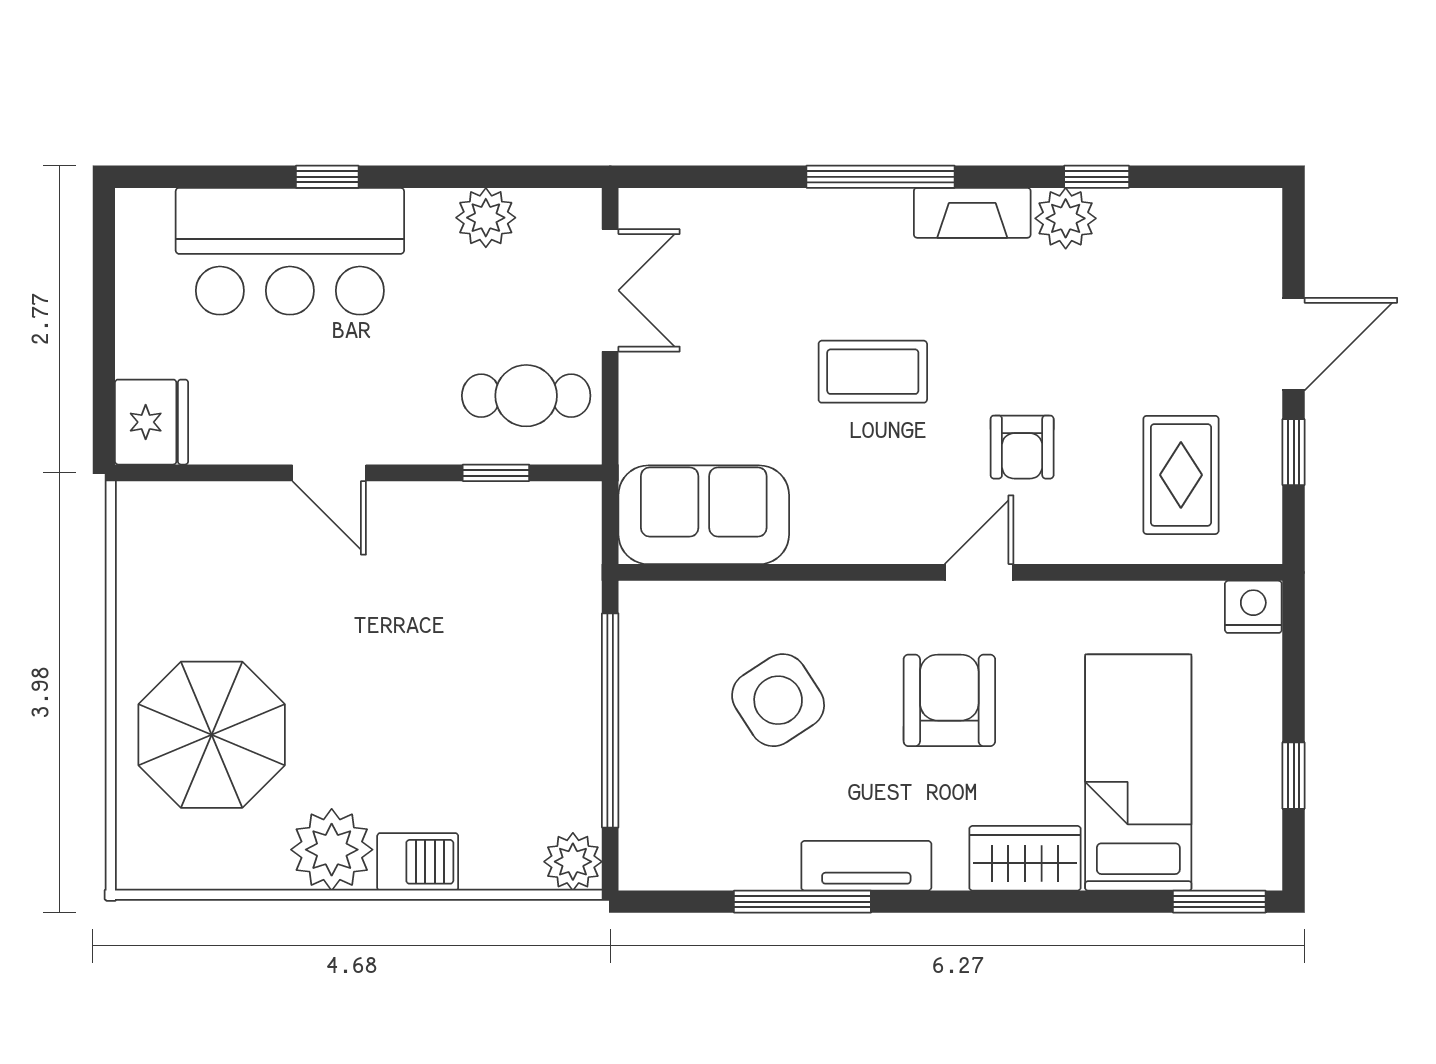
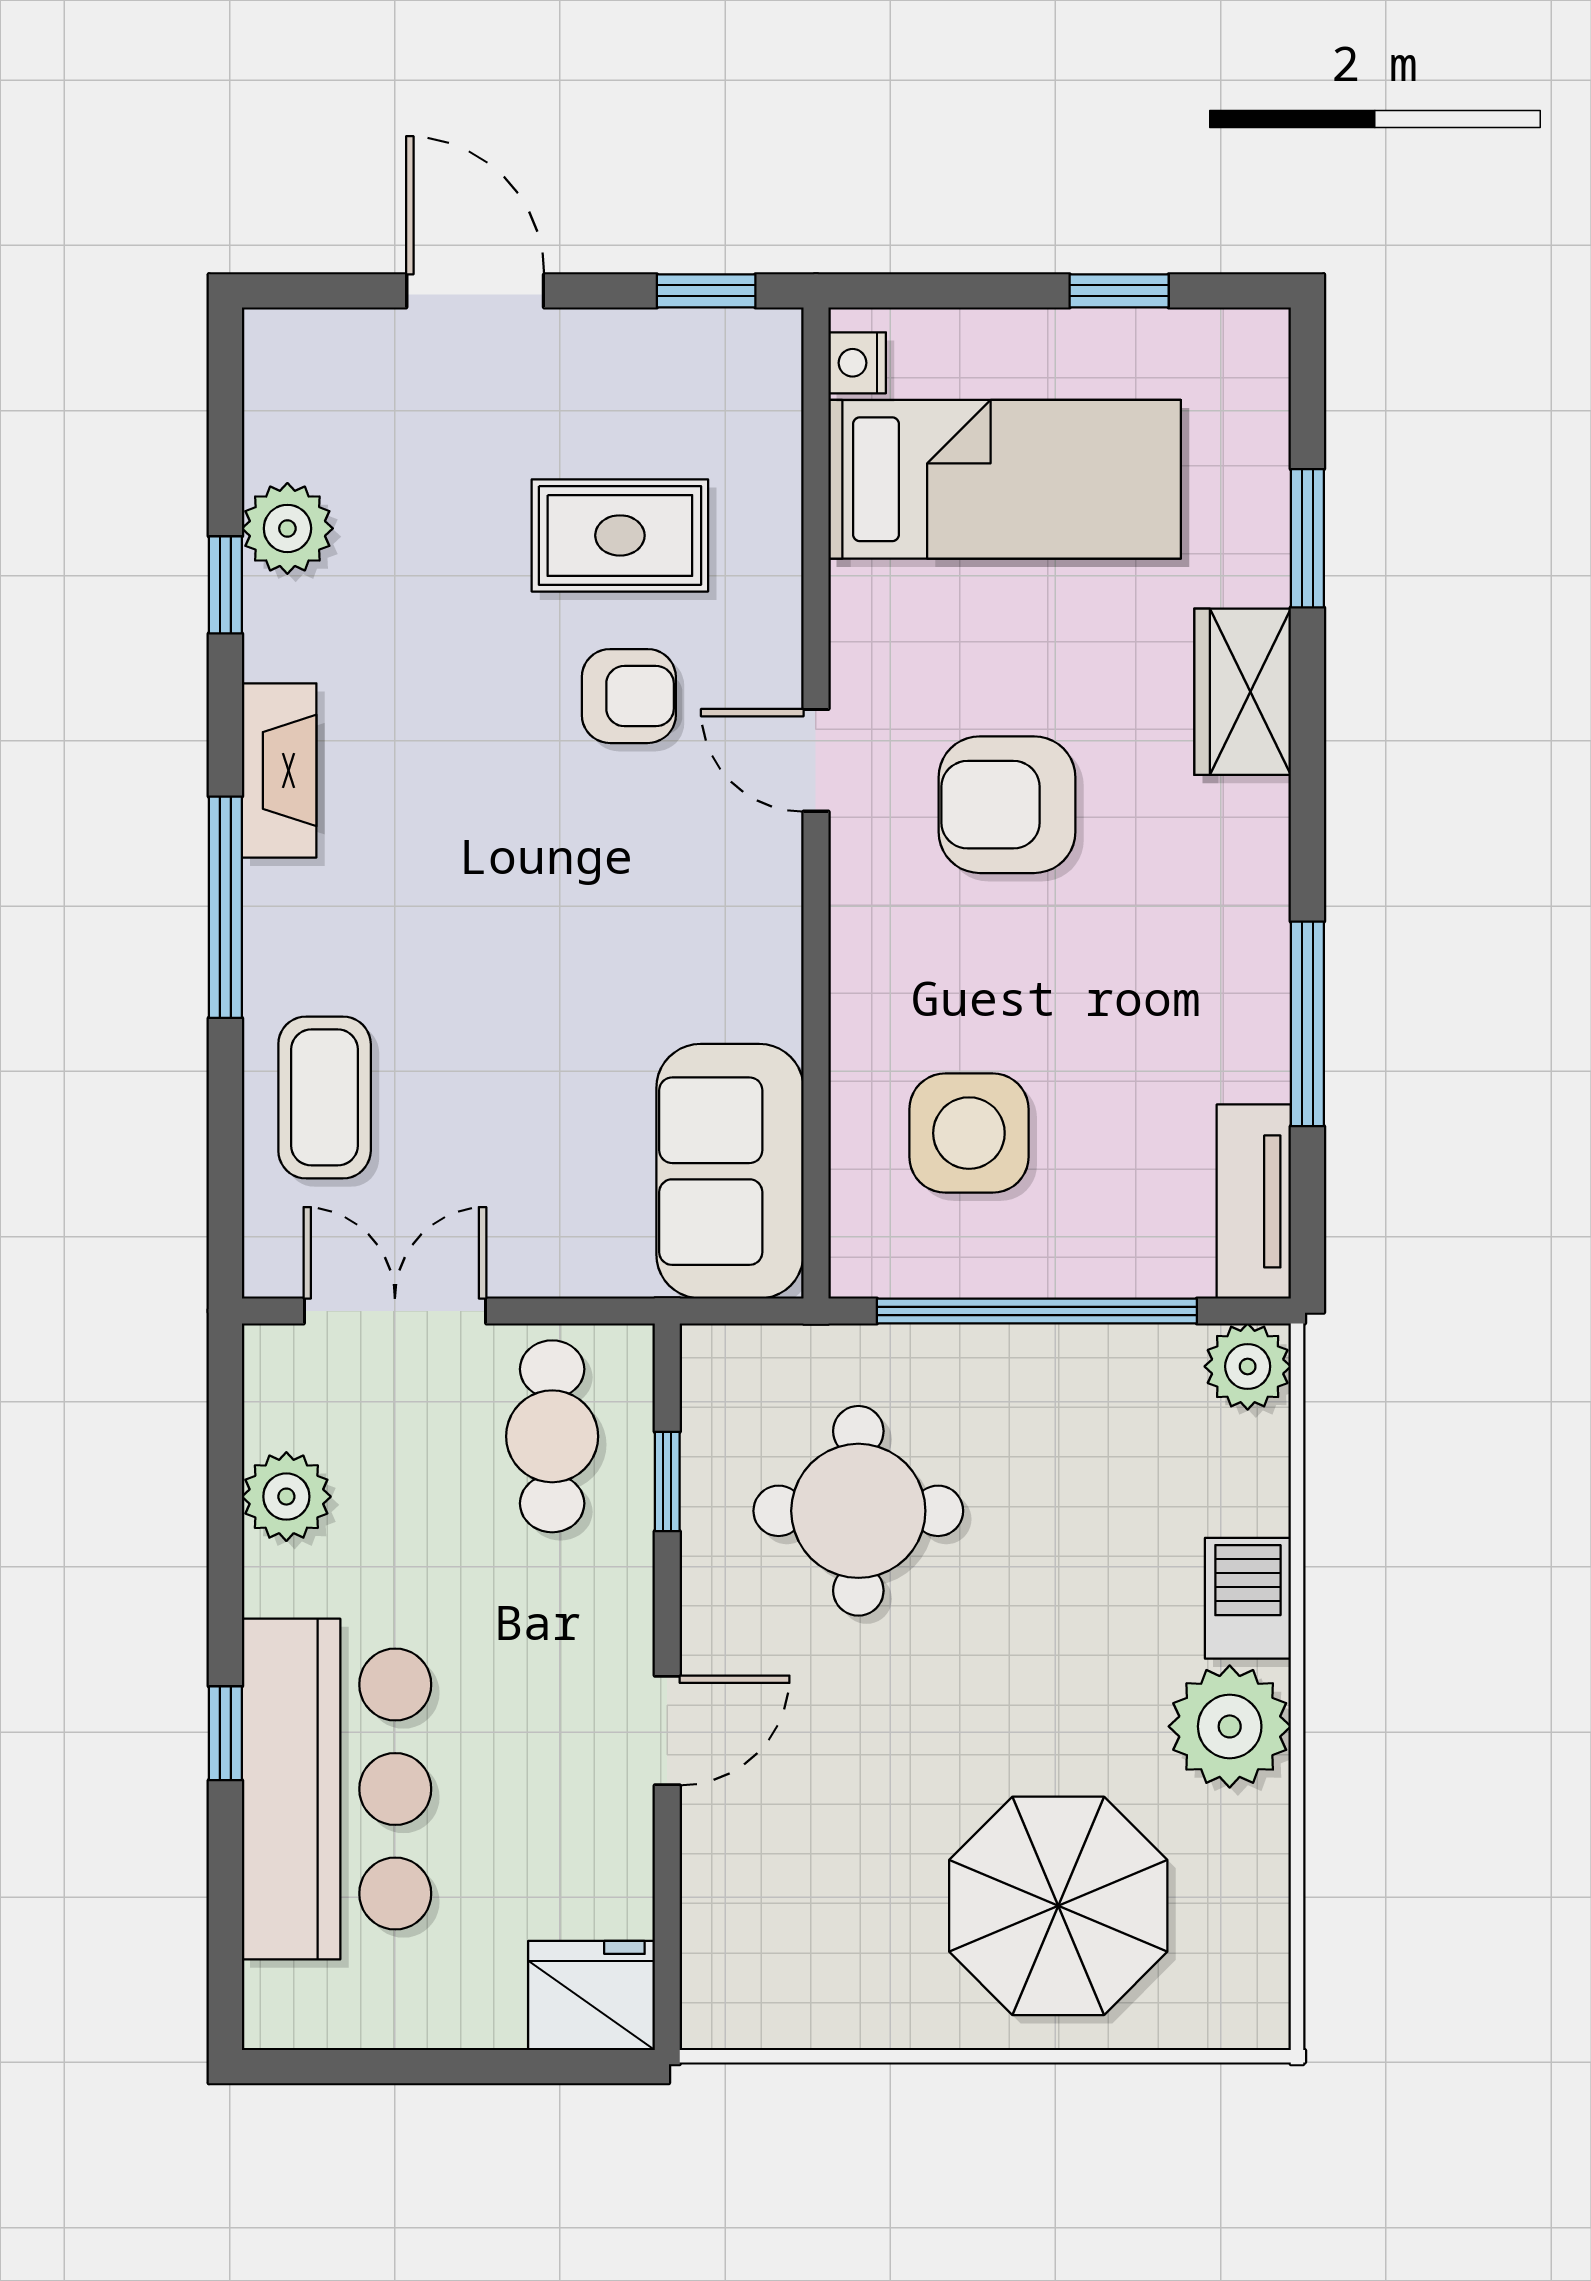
plant: (1066, 218) -> (287, 528), moved
coffee table: (873, 372) -> (325, 1097), moved
window: (1294, 452) -> (706, 291), moved
rug: (1181, 475) -> (620, 535), moved
round table: (476, 601) -> (858, 1511), added
nightstand: (1253, 607) -> (857, 363), width x0.72, depth x0.74
side table: (778, 700) -> (969, 1133), moved, turned 33
bed: (1138, 772) -> (1005, 479), moved, turned 180
tv unit: (866, 866) -> (1254, 1201), moved
window: (1219, 902) -> (1307, 538), moved

